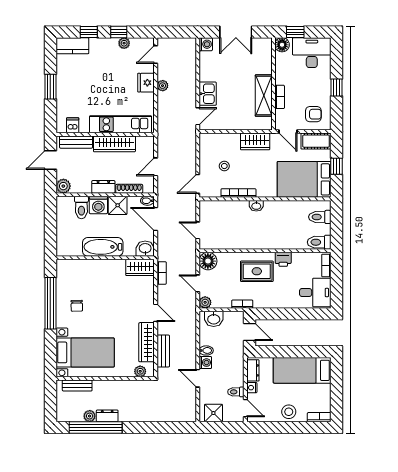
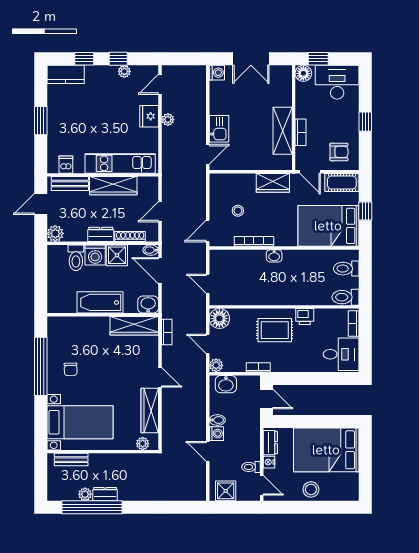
wardrobe: (140, 267) -> (134, 326), width x1.50
bench: (163, 351) -> (169, 421), removed
bed: (302, 370) -> (326, 450), width x1.50
bookcase: (319, 417) -> (346, 496), removed

